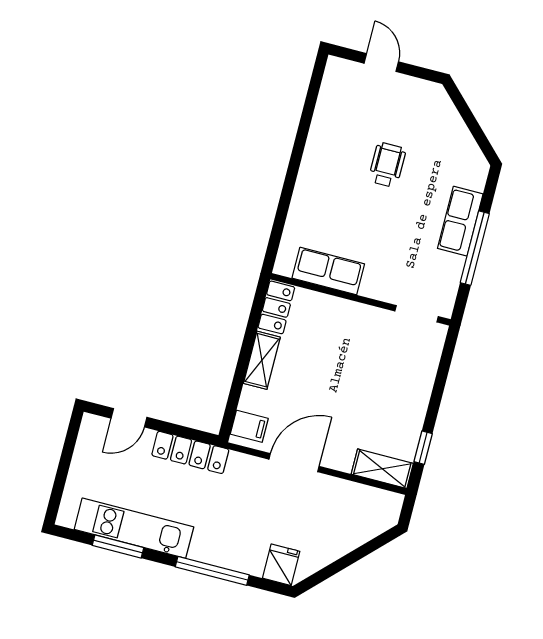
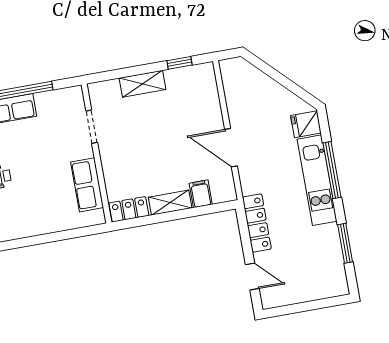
doorway: (417, 314) -> (92, 127), moved
filing cabinet: (249, 426) -> (201, 194), moved
shelving: (382, 469) -> (142, 84), moved, turned 90
kitchen unit: (134, 528) -> (317, 180), moved

